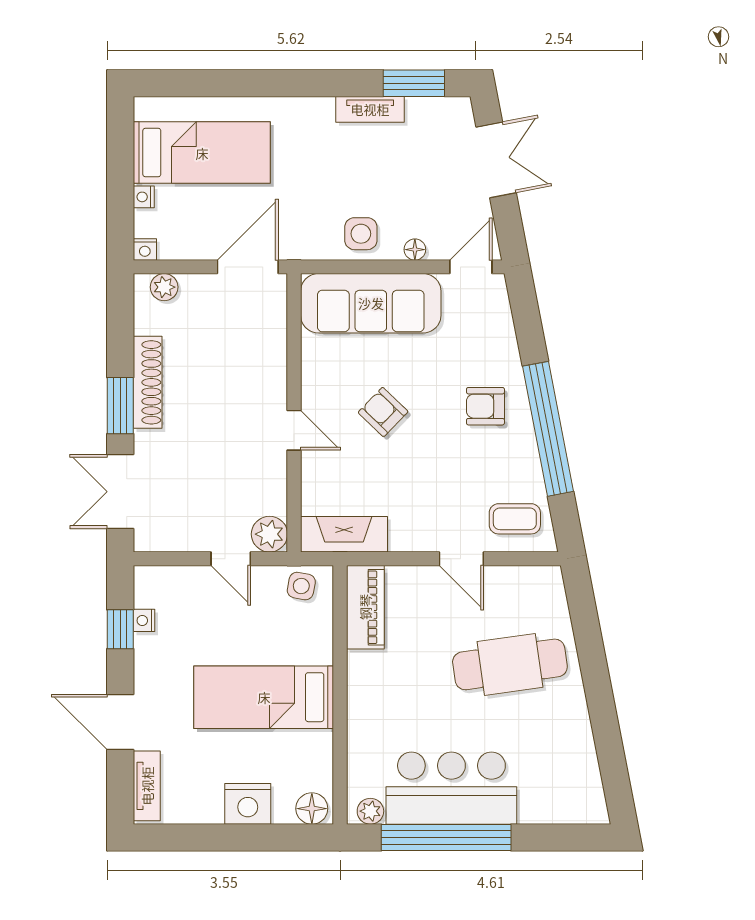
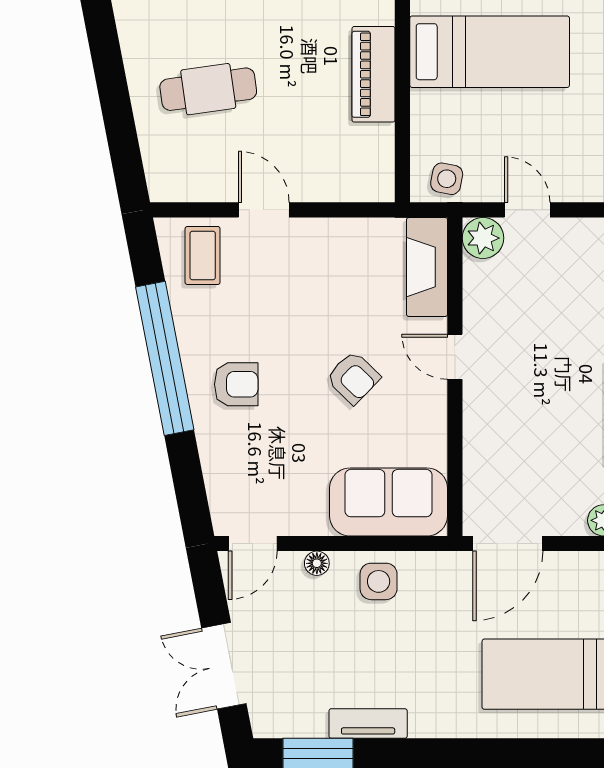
sofa: (371, 303) -> (388, 502), width x0.73
coffee table: (515, 519) -> (203, 255), turned 90
fireplace: (344, 534) -> (427, 267), moved, turned 90
piano: (365, 607) -> (373, 74), moved
cafe table: (510, 664) -> (208, 89), width x0.73, depth x0.74

